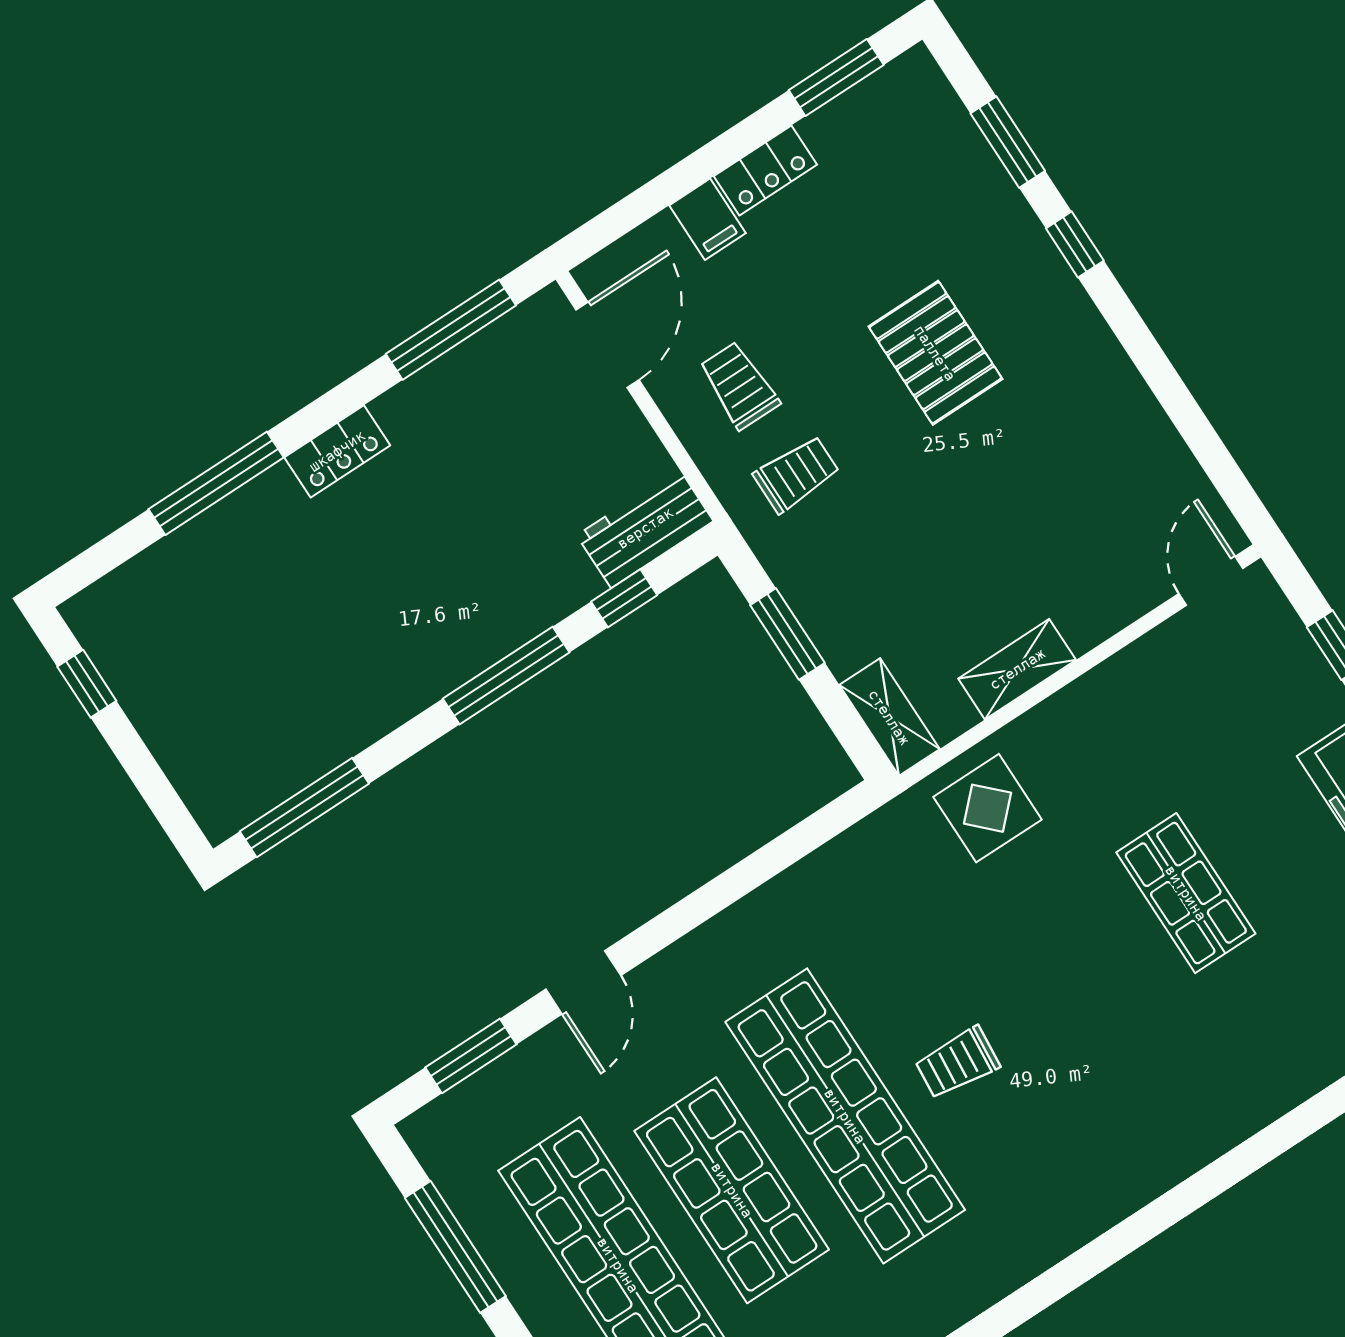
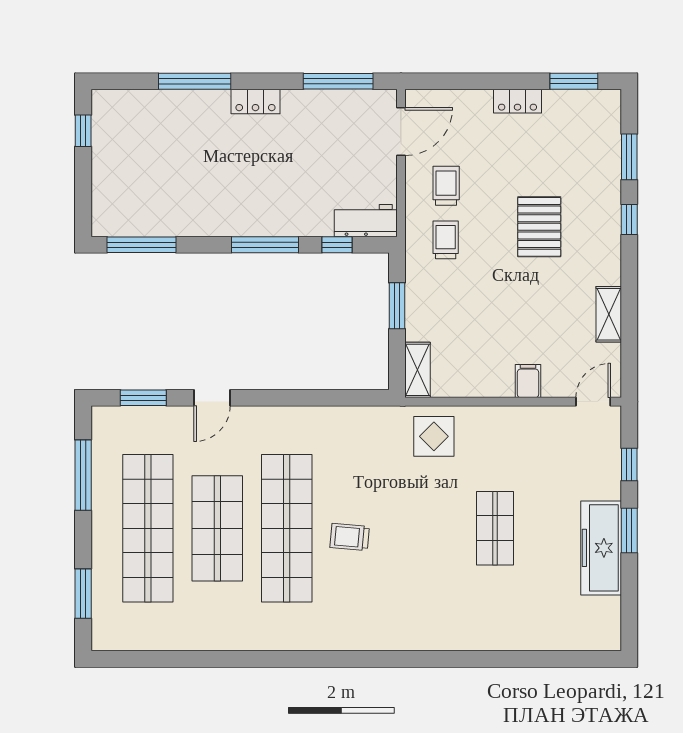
filing cabinet: (708, 219) -> (528, 381), moved, turned 180
trolley: (796, 474) -> (446, 240), turned -90
shelving: (1017, 669) -> (609, 314), moved, turned 90

